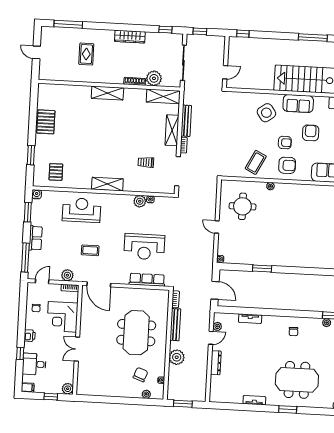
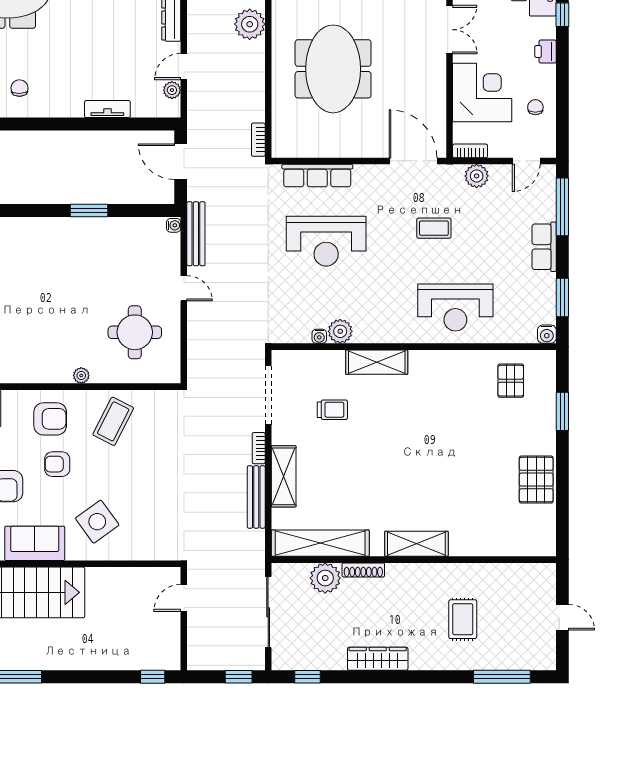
shelving: (163, 96) -> (320, 543), width x1.47
armchair: (287, 165) -> (50, 419), turned 180
shelving: (107, 184) -> (377, 362), moved
reception desk: (144, 247) -> (326, 241), turned 180
bench: (175, 325) -> (196, 234), moved

